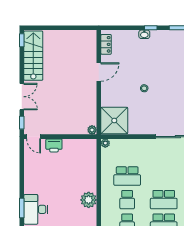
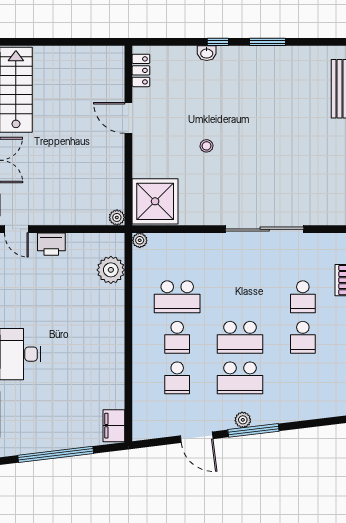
door: (99, 72) -> (128, 118), swing flipped
plant: (89, 200) -> (111, 270), moved

